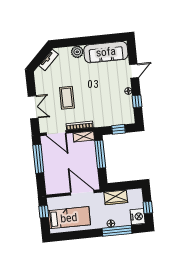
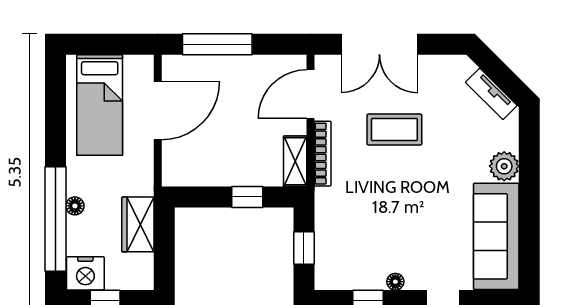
double door: (33, 107) -> (379, 44), width x1.37
window: (100, 154) -> (247, 197), width x0.46
window: (38, 159) -> (217, 44), moved
door: (82, 193) -> (158, 111), moved
window: (44, 212) -> (120, 44), removed
window: (117, 231) -> (55, 219), width x1.46

